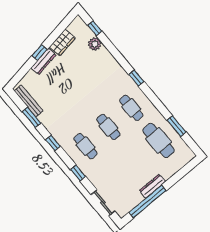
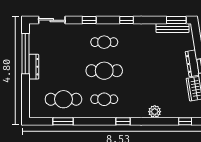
plant: (95, 44) -> (155, 112), moved
window: (31, 117) -> (176, 20), moved
cafe table: (108, 127) -> (104, 71), width x1.37, depth x1.35

